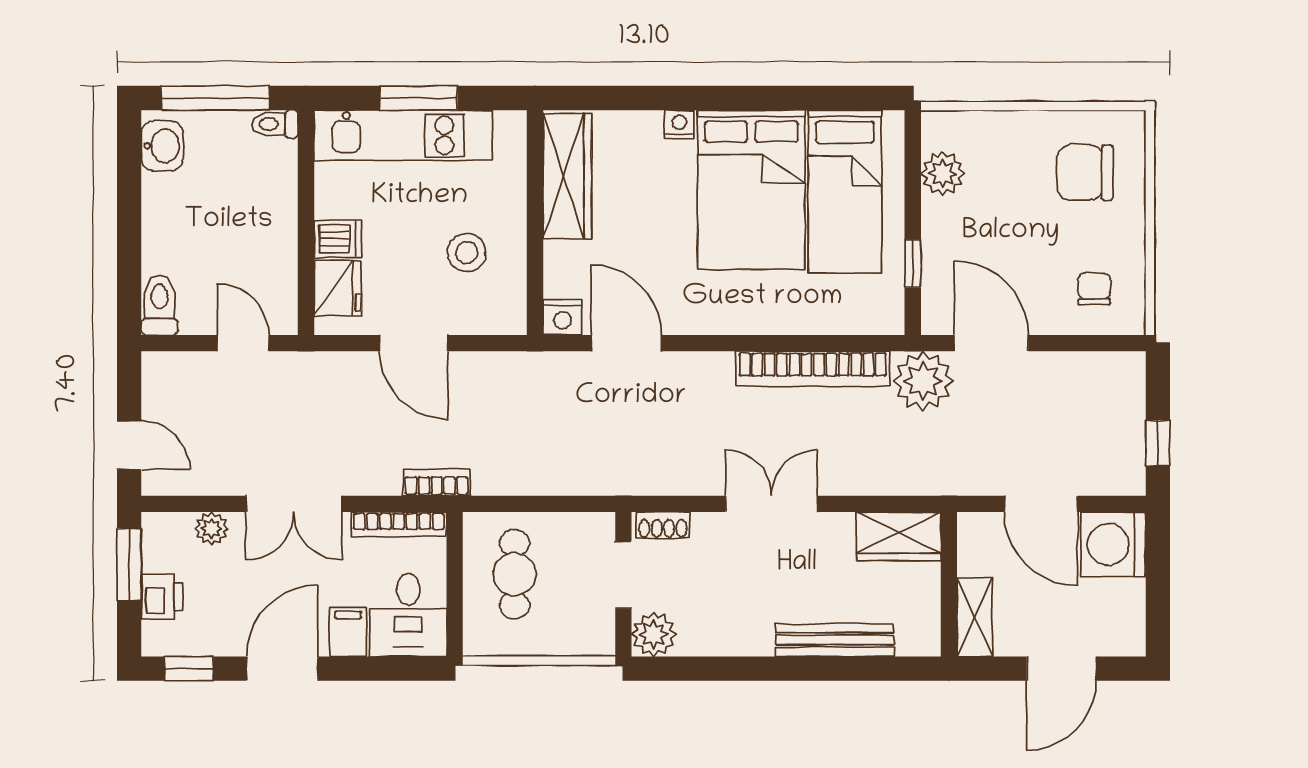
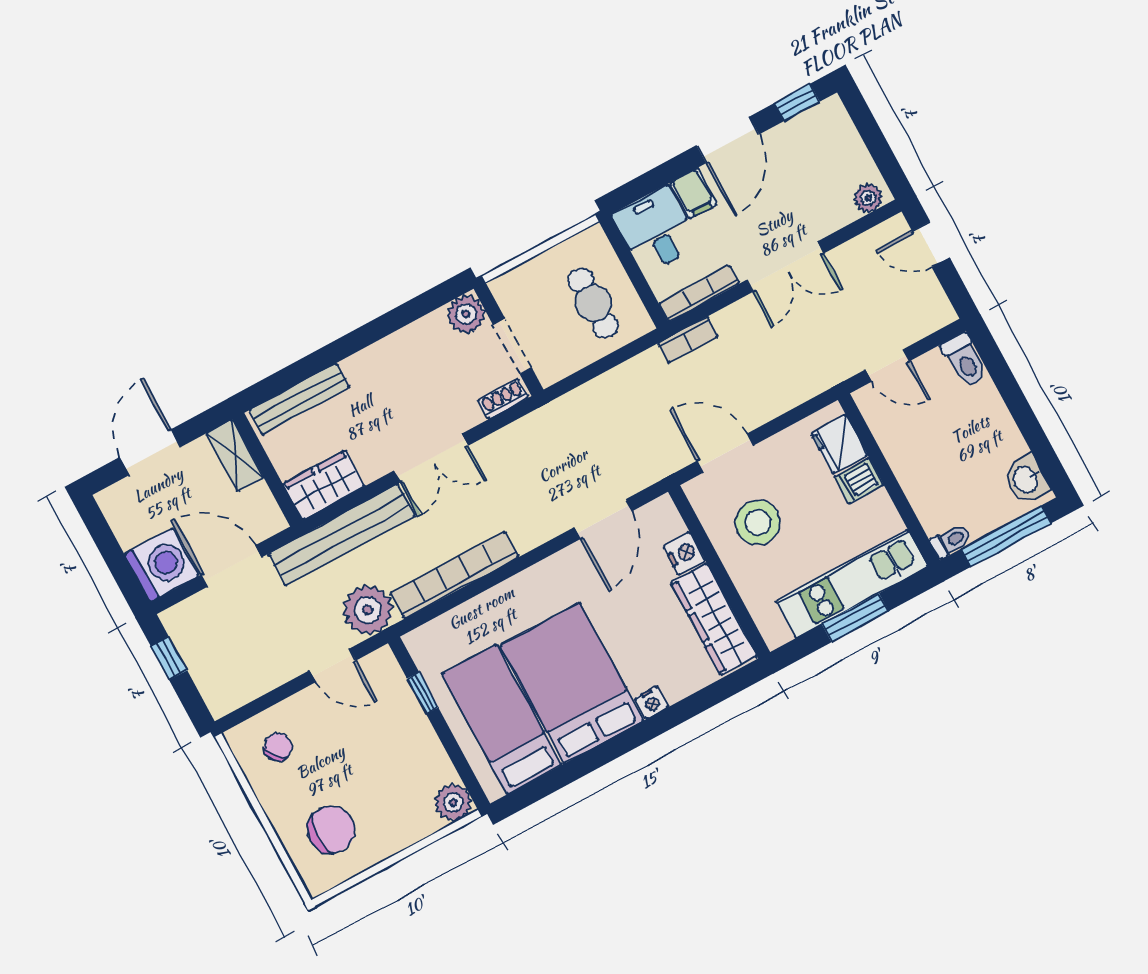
plant: (943, 174) -> (453, 803), moved
stool: (467, 253) -> (758, 522), width x1.38, depth x1.38
chair: (1094, 289) -> (278, 747), turned -128
nightstand: (563, 317) -> (684, 553), moved, turned 90
door: (414, 343) -> (725, 453), moved
door: (626, 343) -> (603, 519), hinge flipped
door: (991, 343) -> (333, 665), width x0.73
bench: (908, 474) -> (342, 535), added
double door: (294, 504) -> (785, 267), swing flipped
plant: (211, 528) -> (868, 198), moved
window: (129, 564) -> (883, 156), removed
printer: (162, 597) -> (846, 145), removed
bench: (835, 640) -> (299, 399), moved

